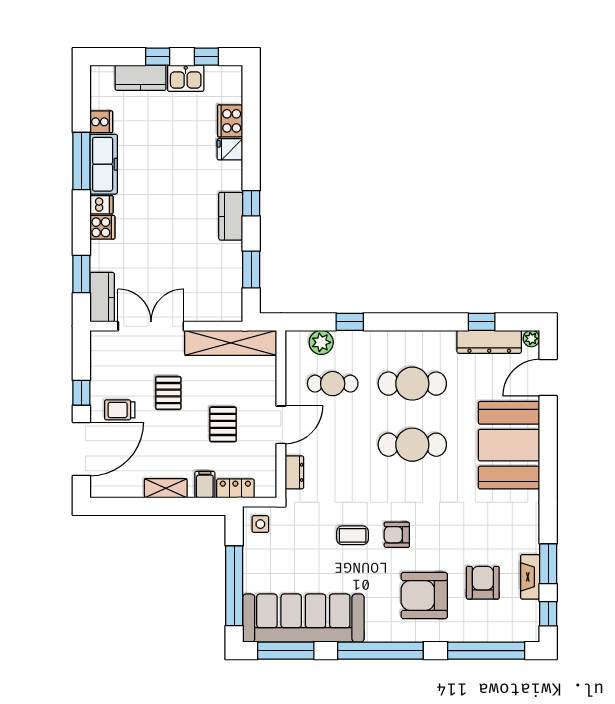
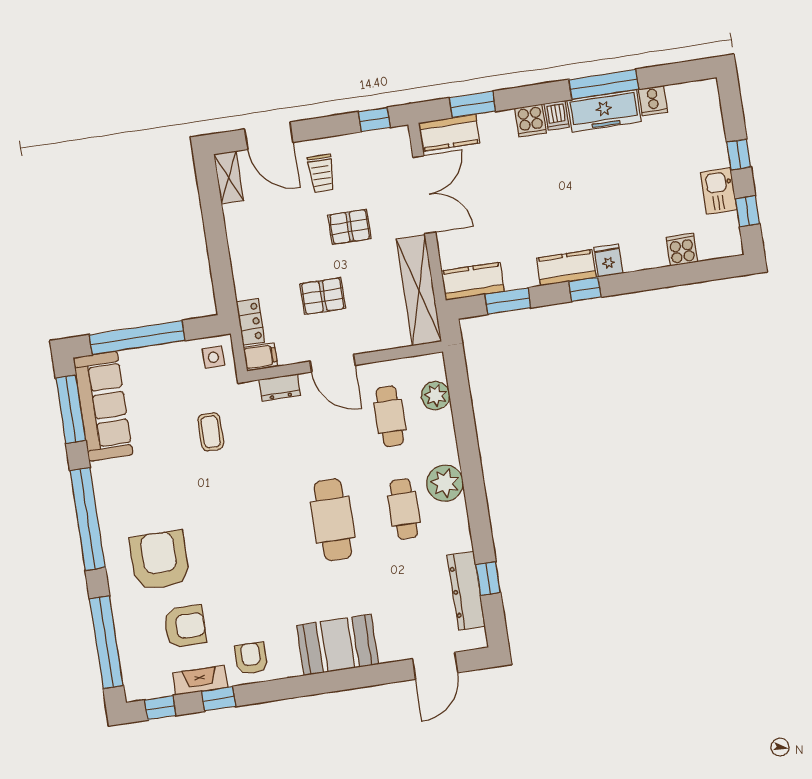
kitchen counter: (141, 78) -> (473, 281), moved, turned 90
cooker: (230, 121) -> (682, 250), width x0.73
fridge: (230, 149) -> (608, 260), moved
window: (350, 322) -> (465, 425), removed
plant: (531, 339) -> (445, 483), moved, width x1.88, depth x1.88
door: (548, 377) -> (435, 666), swing flipped
cafe table: (412, 384) -> (404, 509), width x0.73, depth x0.74
window: (81, 393) -> (374, 119), moved
trolley: (120, 410) -> (321, 173), turned 180
booth: (509, 445) -> (338, 645), width x0.73, depth x0.70
door: (81, 449) -> (269, 136), width x0.73
filing cabinet: (205, 485) -> (260, 357), moved
shelving: (166, 488) -> (229, 177), moved
coffee table: (353, 535) -> (211, 432), moved
armchair: (397, 535) -> (251, 658), moved
window: (548, 564) -> (219, 699), width x0.67
sofa: (303, 618) -> (103, 406), width x0.74, depth x0.79

